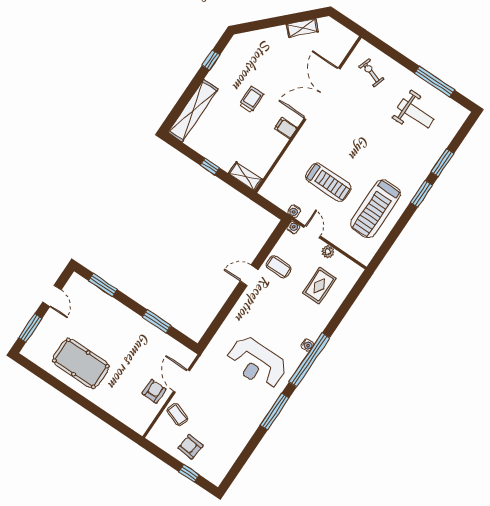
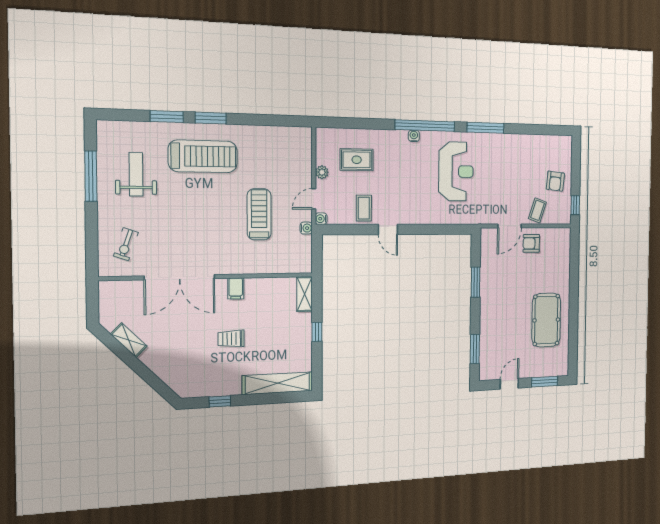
treadmill: (375, 209) -> (203, 156), moved
window: (189, 473) -> (575, 205), moved

